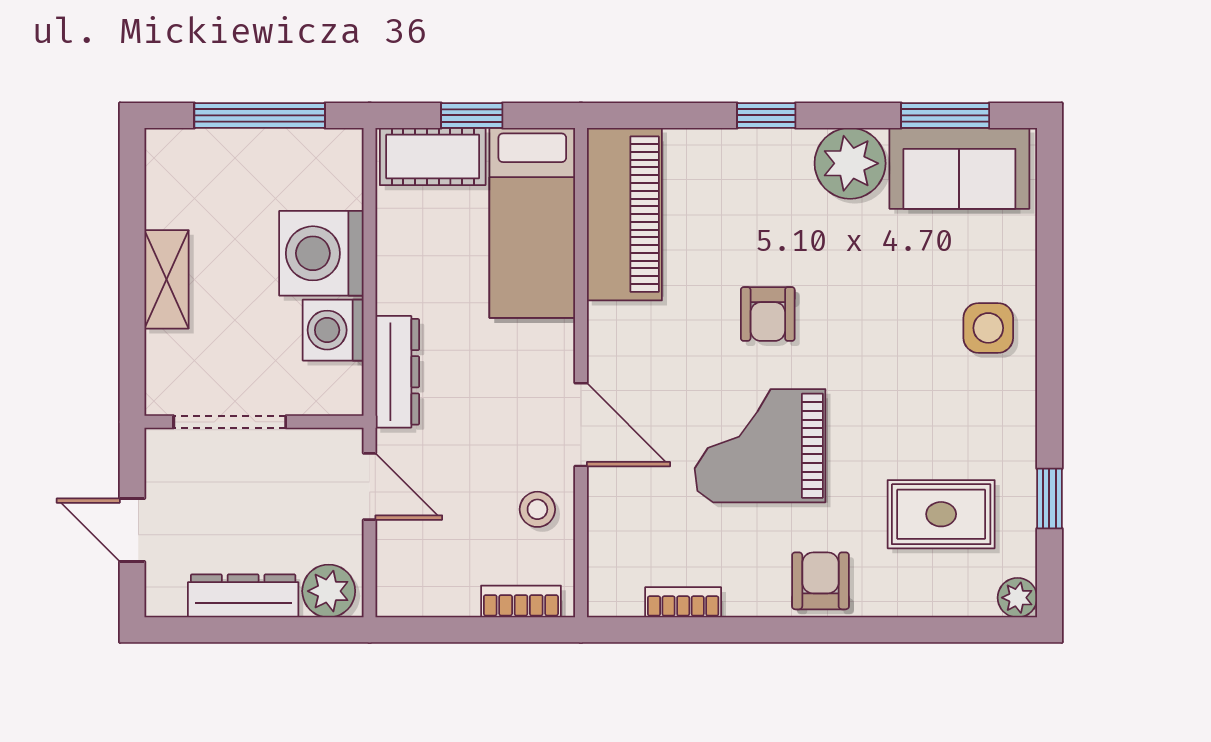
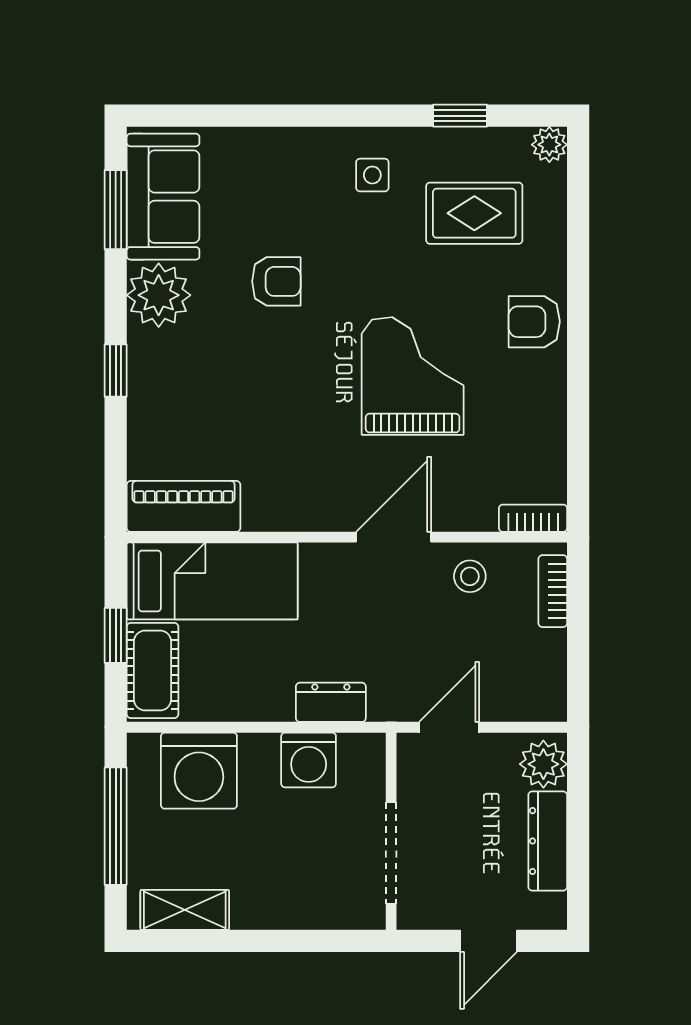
piano: (624, 214) -> (184, 506), width x0.73, depth x0.75
washing machine: (321, 253) -> (199, 771), moved
shelving: (167, 279) -> (185, 910), moved
armchair: (768, 314) -> (276, 281), moved
side table: (988, 328) -> (372, 175), moved, width x0.73, depth x0.73
dresser: (397, 372) -> (331, 702), width x0.70
grand piano: (760, 446) -> (413, 376), turned 180
rug: (941, 514) -> (474, 213), turned 90
bookcase: (683, 602) -> (533, 518), moved, turned 90

